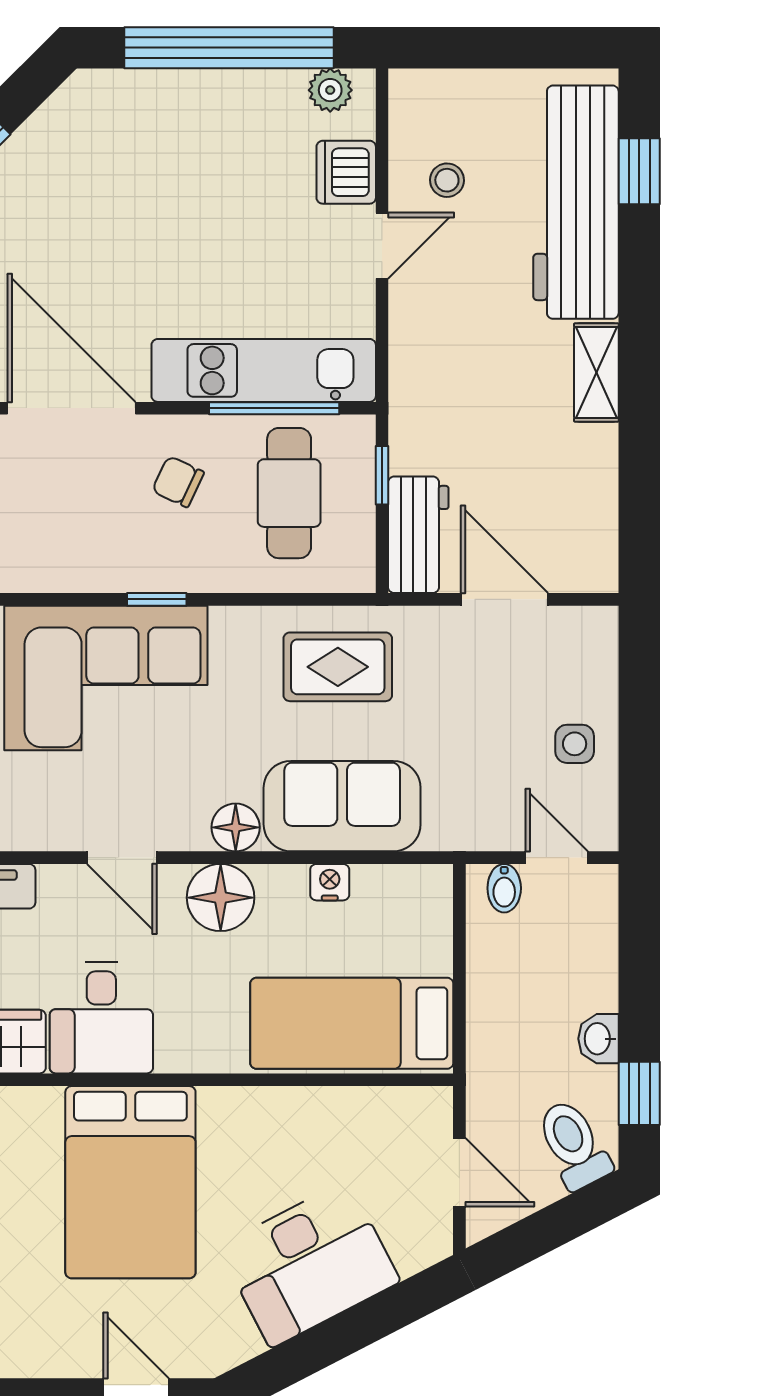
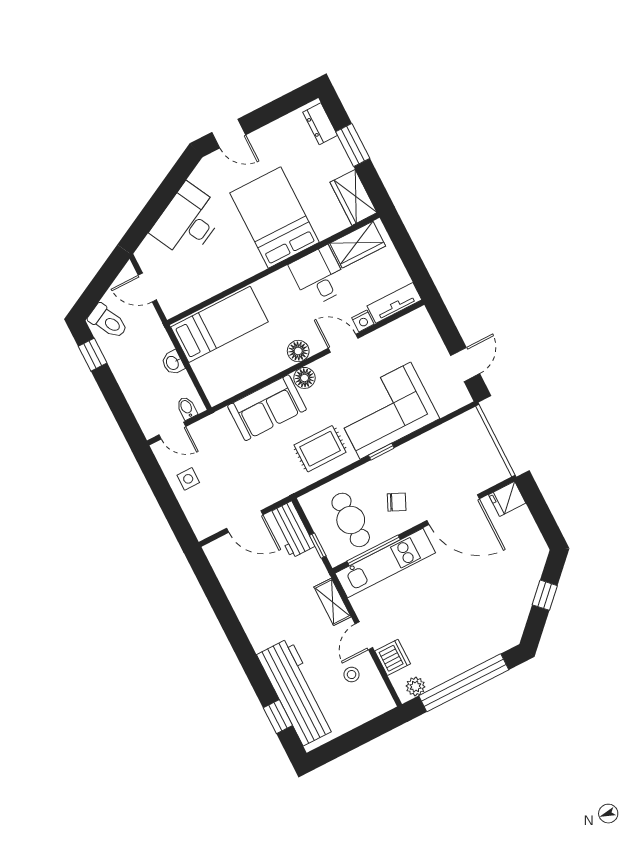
shelving: (596, 372) -> (332, 602), moved
rug: (338, 667) -> (320, 449), moved
nightstand: (330, 882) -> (363, 321), moved
floor lamp: (221, 898) -> (298, 351), width x0.73, depth x0.73
washbasin: (599, 1039) -> (173, 363), moved, turned 180

